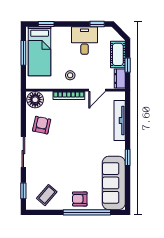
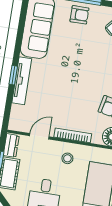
tv unit: (120, 121) -> (22, 81), moved
window: (128, 157) -> (13, 75), moved

